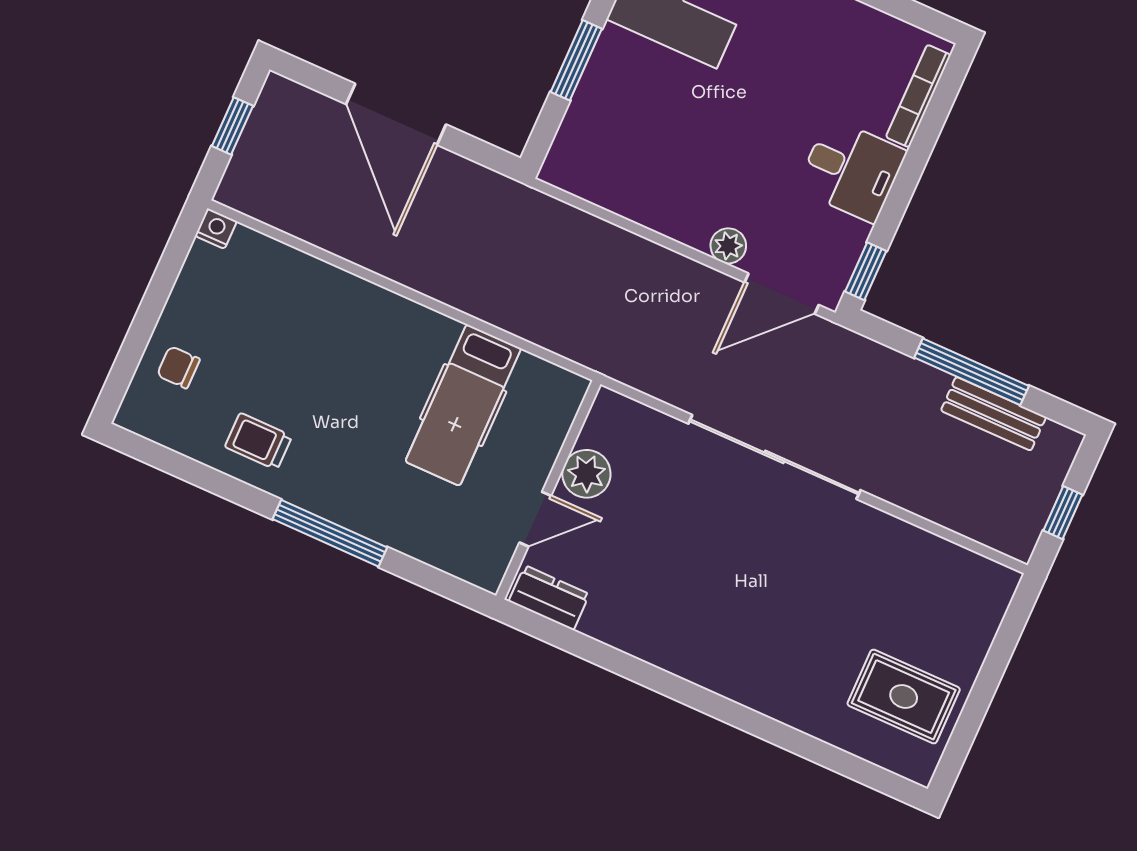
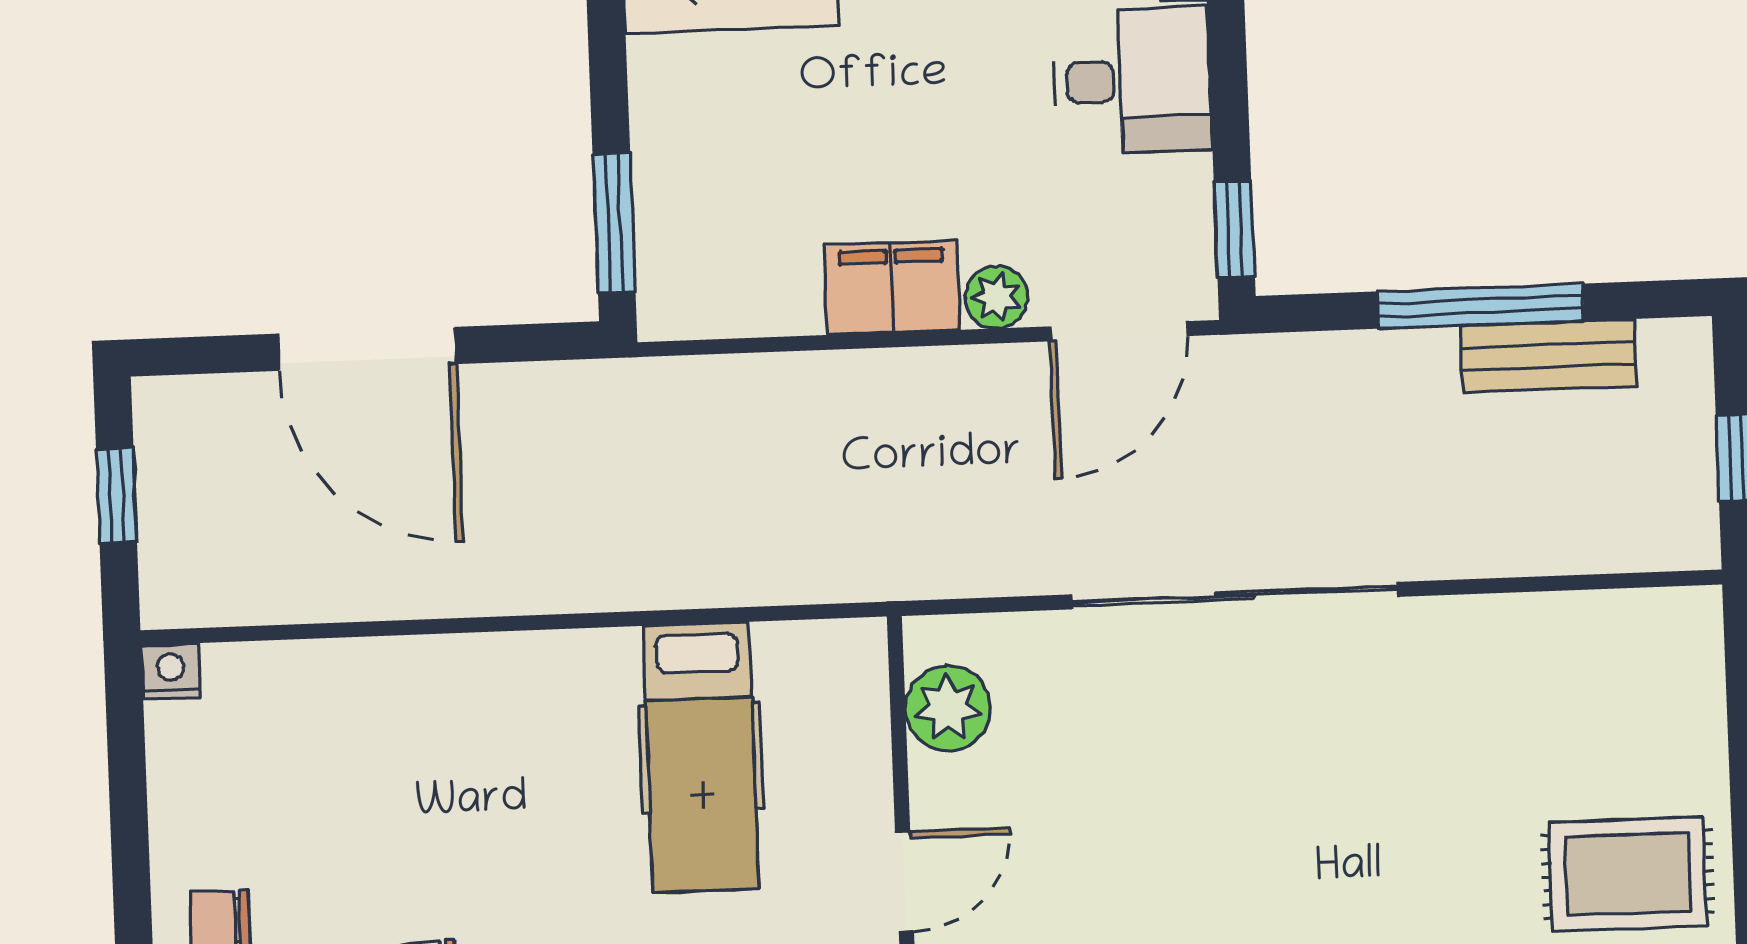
window: (576, 60) -> (614, 223), moved
filing cabinet: (678, 215) -> (892, 288), added
plant: (586, 474) -> (948, 708), moved

